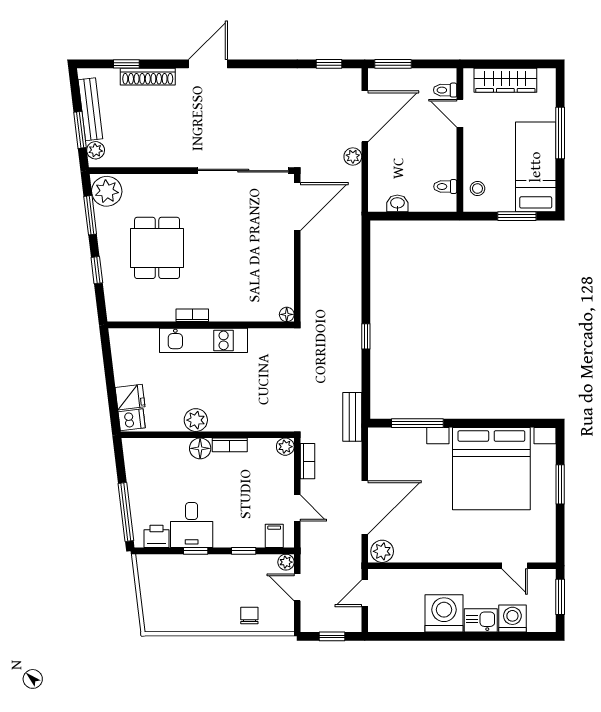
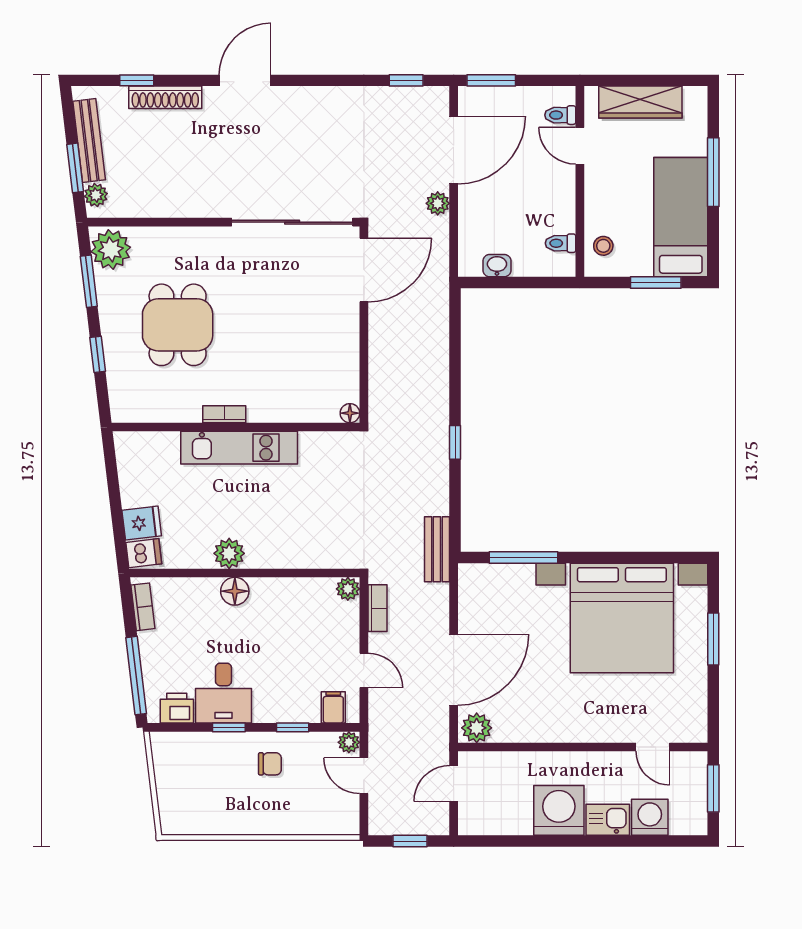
bookcase: (230, 445) -> (143, 607), moved, turned -97
chair: (249, 616) -> (270, 764), moved, turned 90

